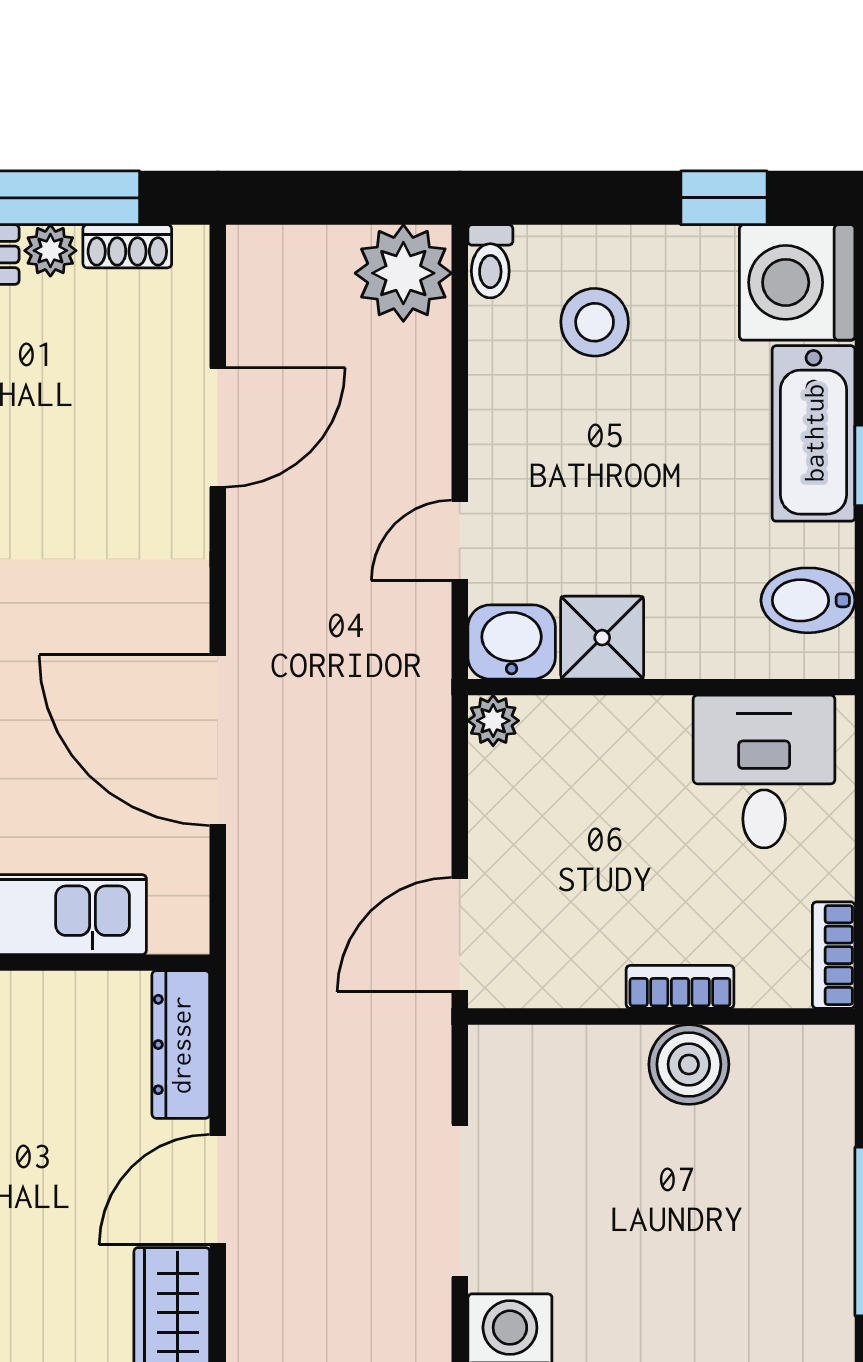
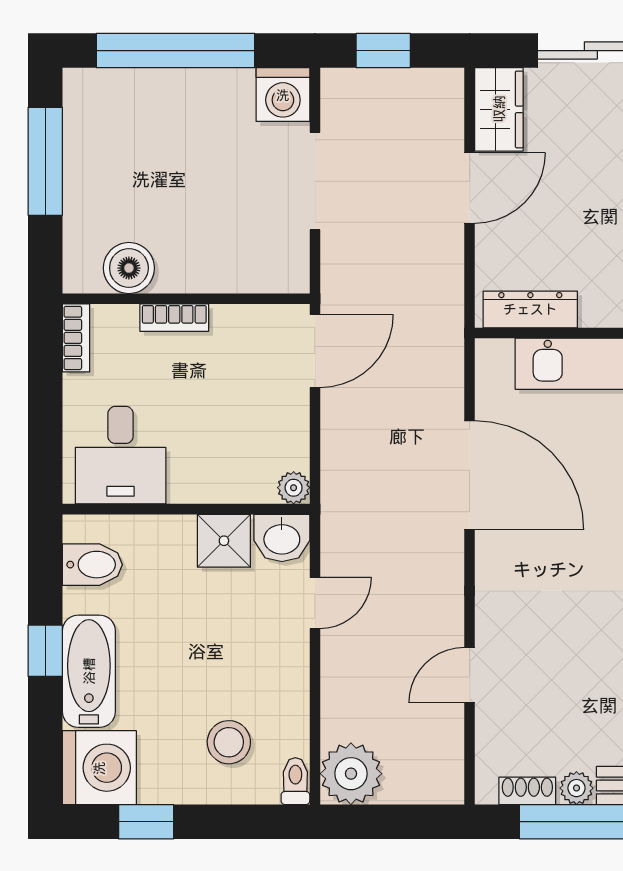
door: (218, 427) -> (470, 675), width x0.73
dresser: (181, 1045) -> (530, 309), moved, turned -90
boiler: (689, 1064) -> (129, 268), moved

